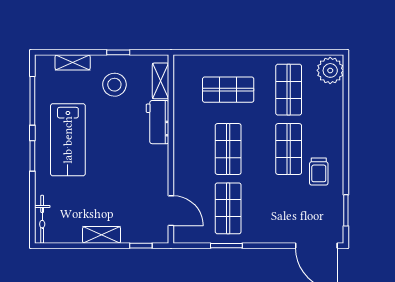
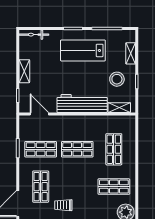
workbench: (158, 122) -> (82, 103), width x1.88, depth x1.32
shop shelf: (289, 149) -> (41, 187), moved, turned 90
door: (171, 211) -> (39, 114), swing flipped

